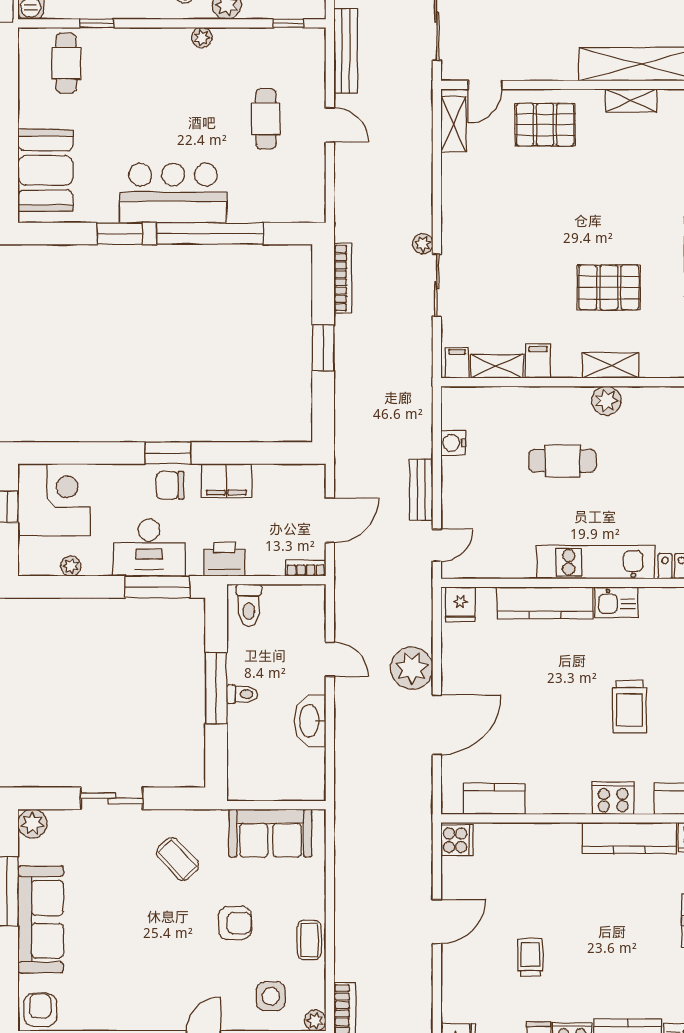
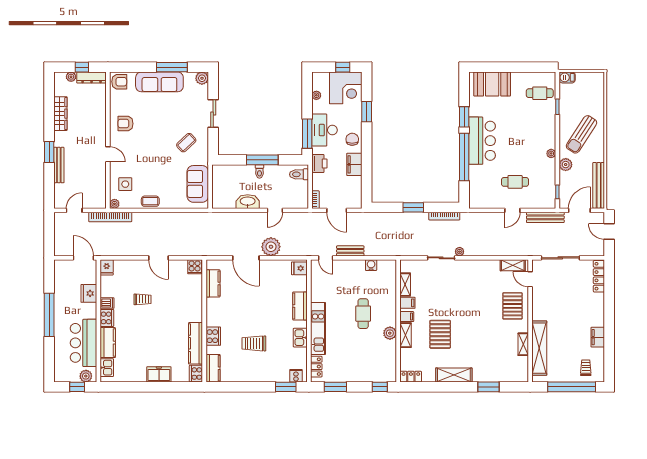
filing cabinet: (457, 363) -> (407, 317), moved
window: (168, 453) -> (367, 112), moved
kitchen counter: (545, 603) -> (300, 306), width x0.67
armchair: (235, 923) -> (126, 124), moved, turned 90

